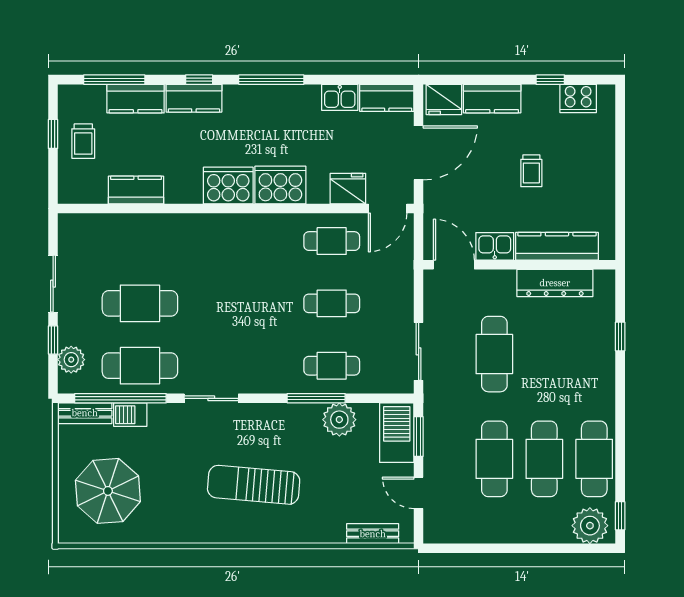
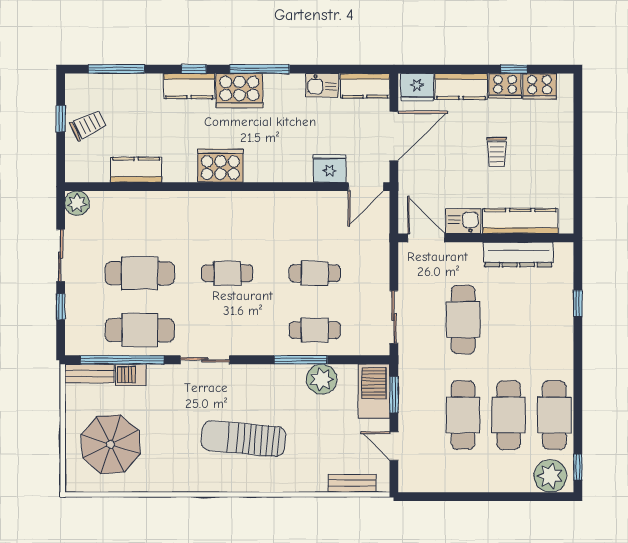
cooker: (540, 98) -> (505, 86), added
kitchen counter: (136, 99) -> (136, 86), removed
trolley: (83, 141) -> (88, 125), turned -116
cooker: (280, 185) -> (239, 91), moved, turned 180
cafe table: (332, 241) -> (227, 273), moved
plant: (71, 360) -> (77, 203), moved

